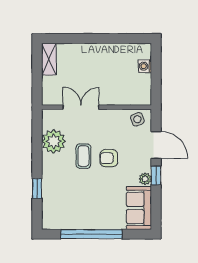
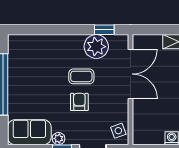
double door: (81, 107) -> (130, 74), width x1.37
window: (37, 189) -> (104, 30), moved

